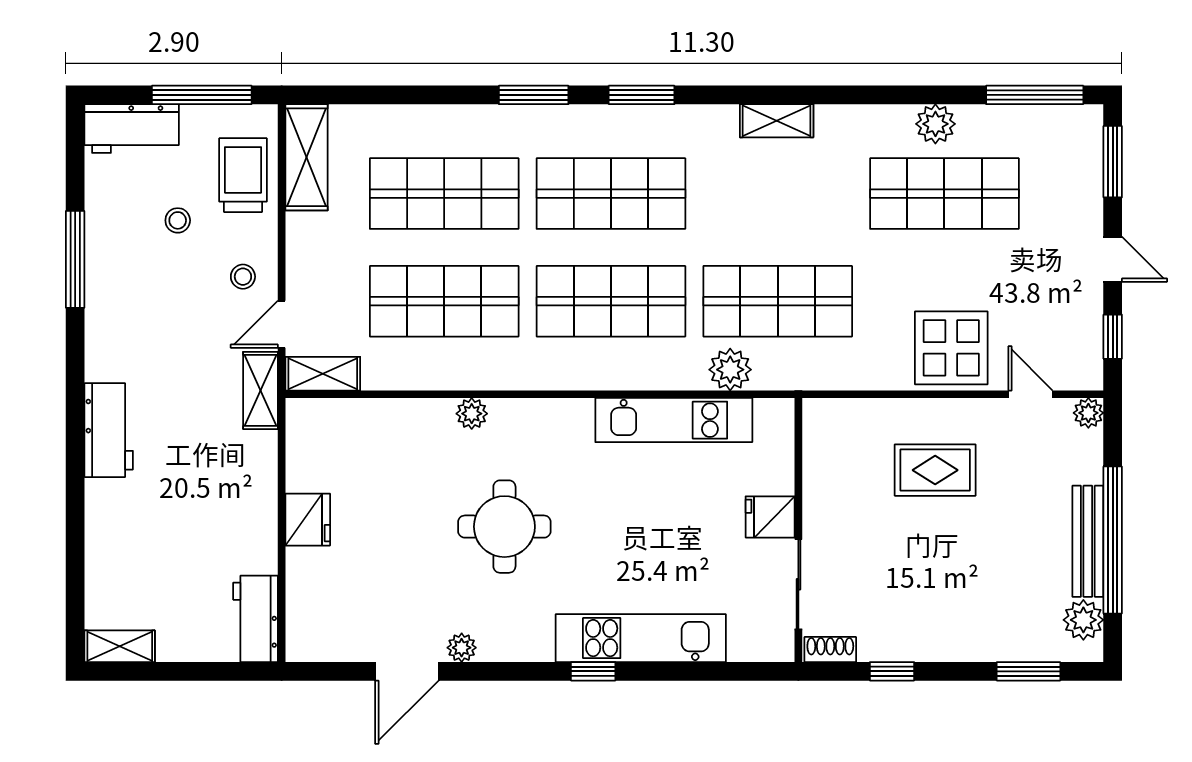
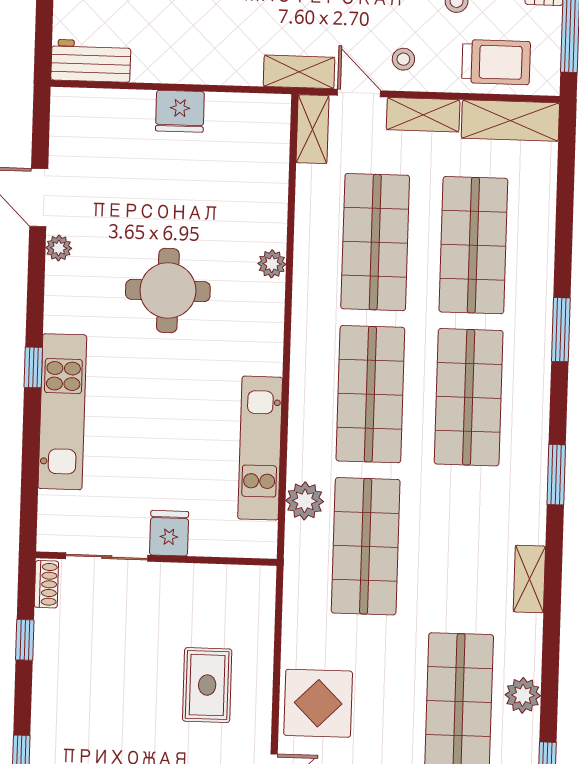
window: (642, 95) -> (556, 475), moved
shelving: (777, 121) -> (529, 579), moved
shelving: (303, 253) -> (423, 115), added

